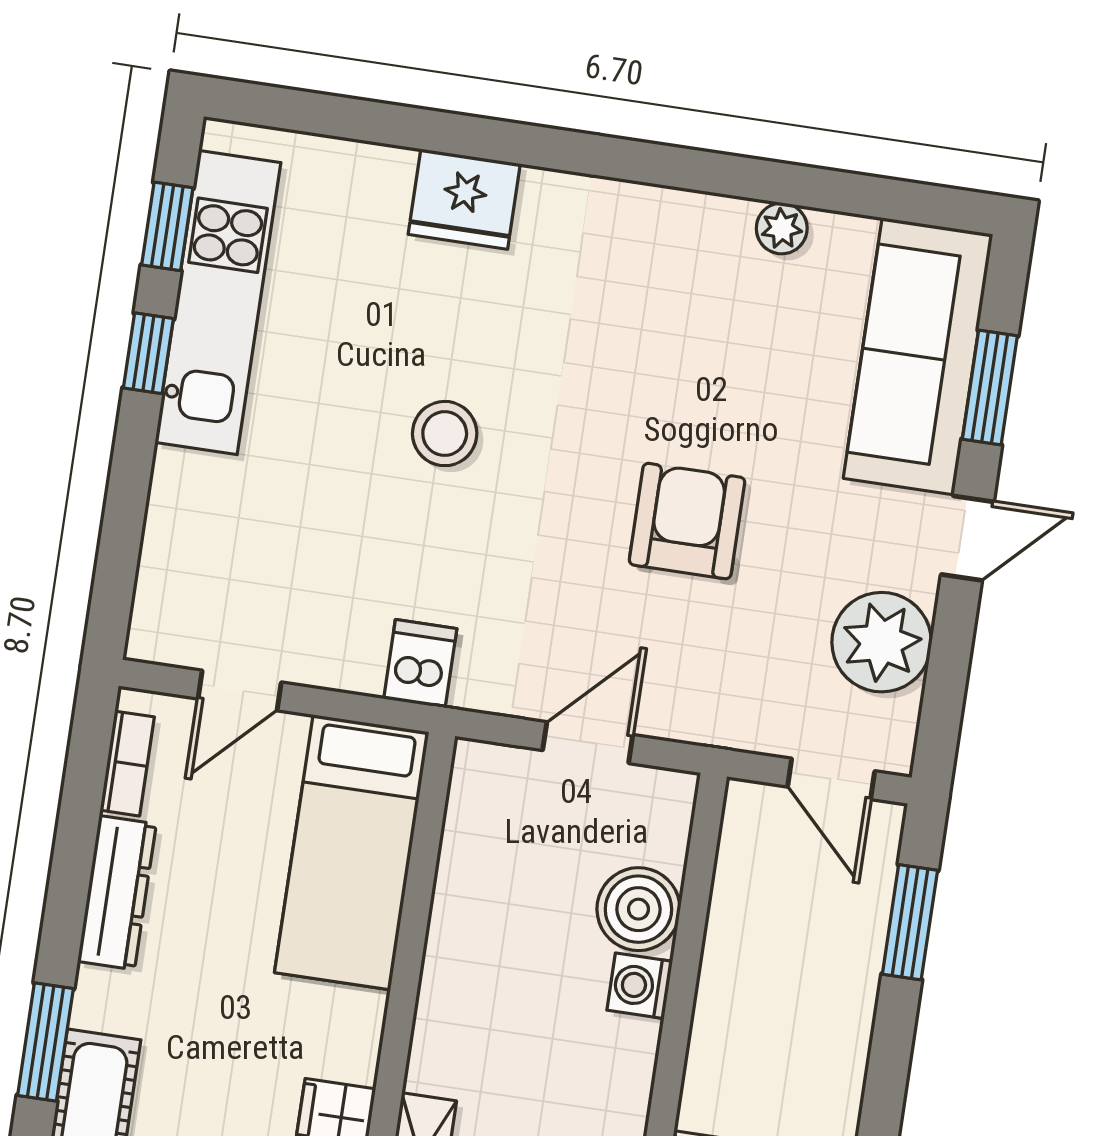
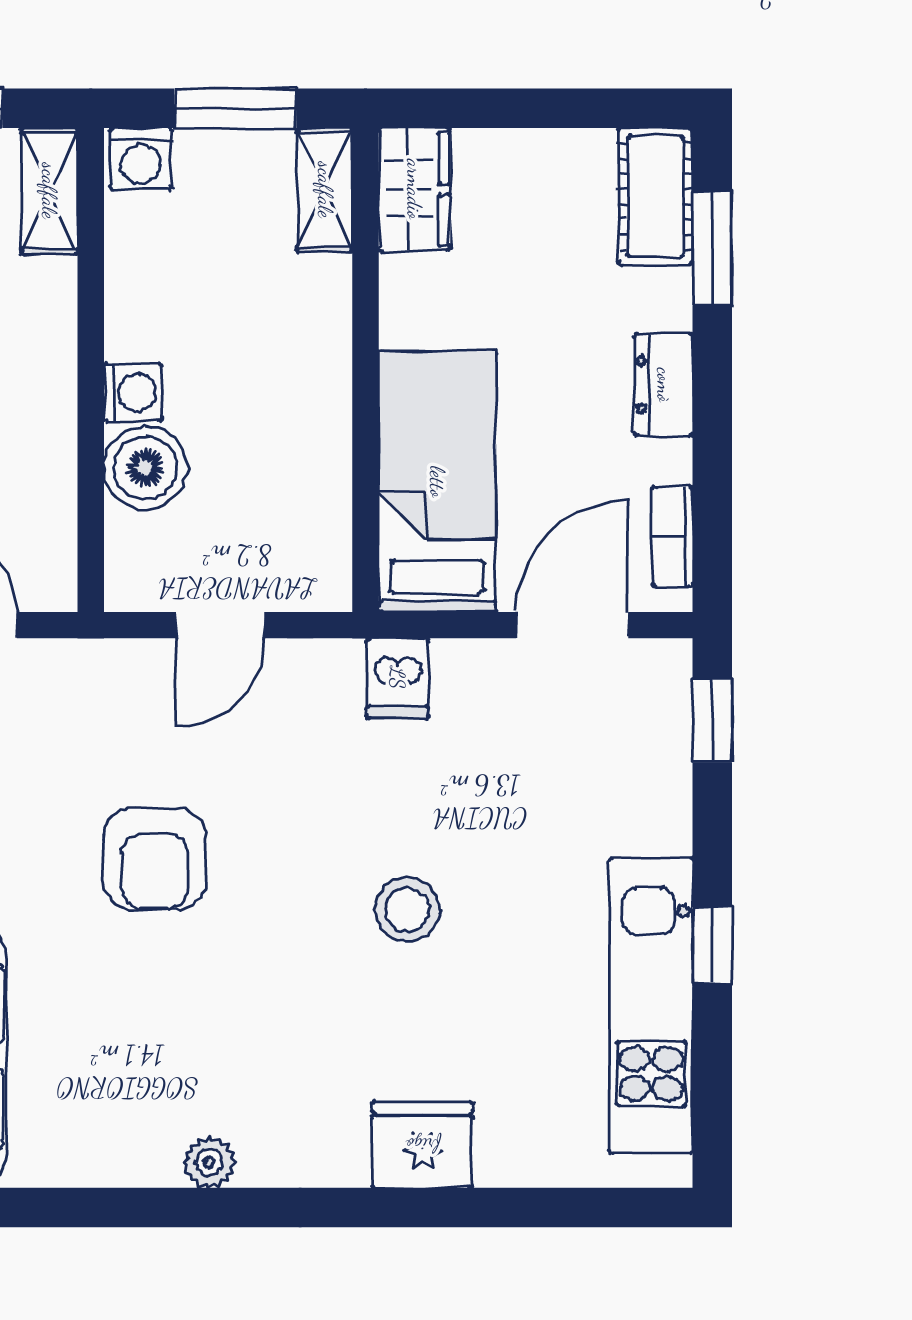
window: (167, 226) -> (712, 720), moved
plant: (782, 228) -> (209, 1162), moved
door: (240, 691) -> (572, 625), width x1.38
dresser: (117, 893) -> (664, 385), width x0.70

